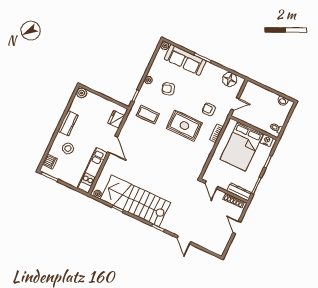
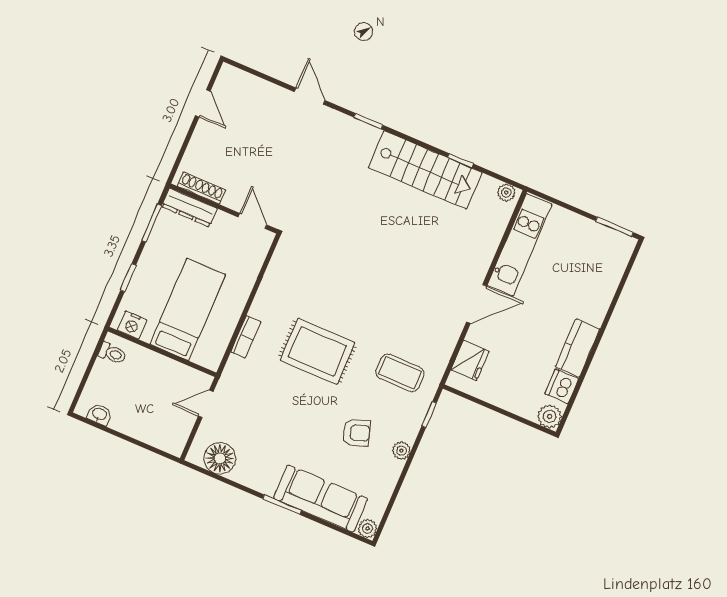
armchair: (209, 109) -> (264, 390), removed
door: (113, 144) -> (477, 304), swing flipped
bed: (242, 146) -> (188, 309), width x0.67
stool: (68, 148) -> (576, 291), removed
dishwasher: (50, 161) -> (562, 386), moved
stairs: (135, 201) -> (425, 170), width x0.73, depth x0.66
door: (237, 227) -> (203, 103), moved

